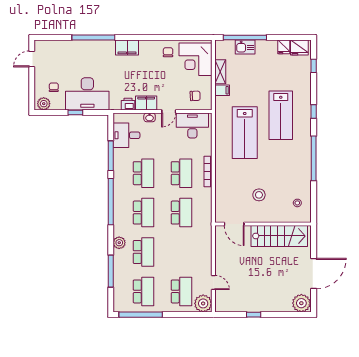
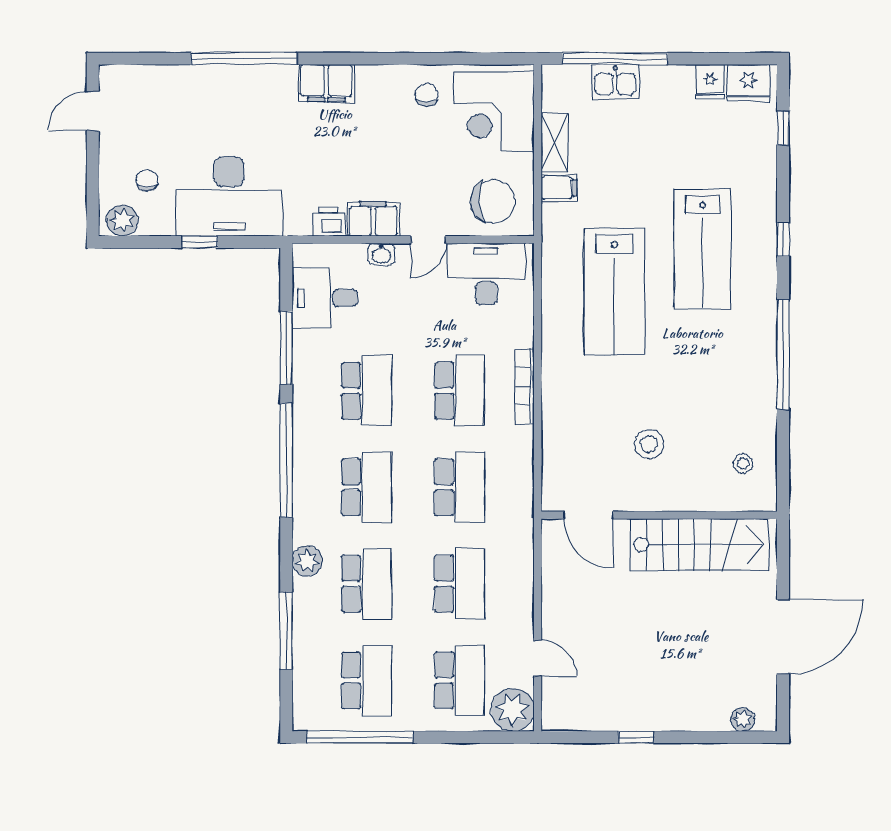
chair: (195, 96) -> (493, 201), width x1.87, depth x1.87
school desk: (181, 252) -> (460, 584), added
plant: (301, 303) -> (743, 719), width x0.53, depth x0.53

